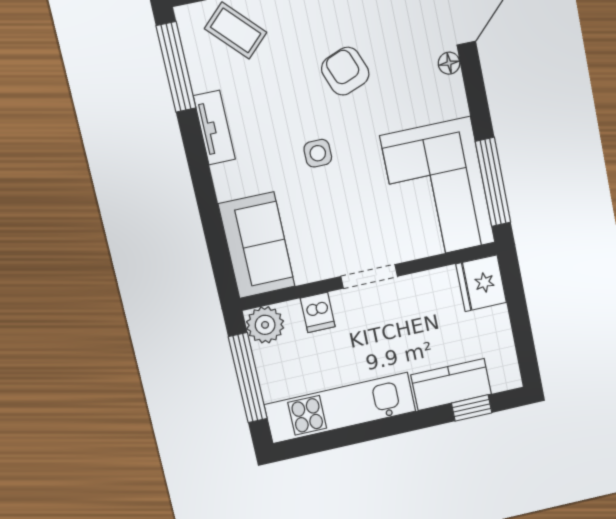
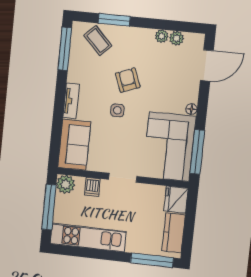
floor lamp: (449, 63) -> (191, 109), moved
armchair: (345, 71) -> (128, 80), moved
tv unit: (214, 128) -> (71, 101), moved
kitchen counter: (451, 384) -> (174, 233), moved, turned -90
window: (472, 408) -> (152, 260), width x2.17

